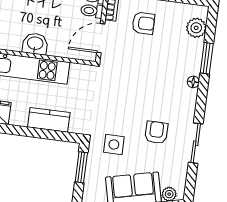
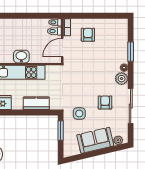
armchair: (143, 23) -> (88, 35), turned -90
plant: (196, 28) -> (122, 79), moved
sliding door: (196, 143) -> (131, 106), width x1.37

